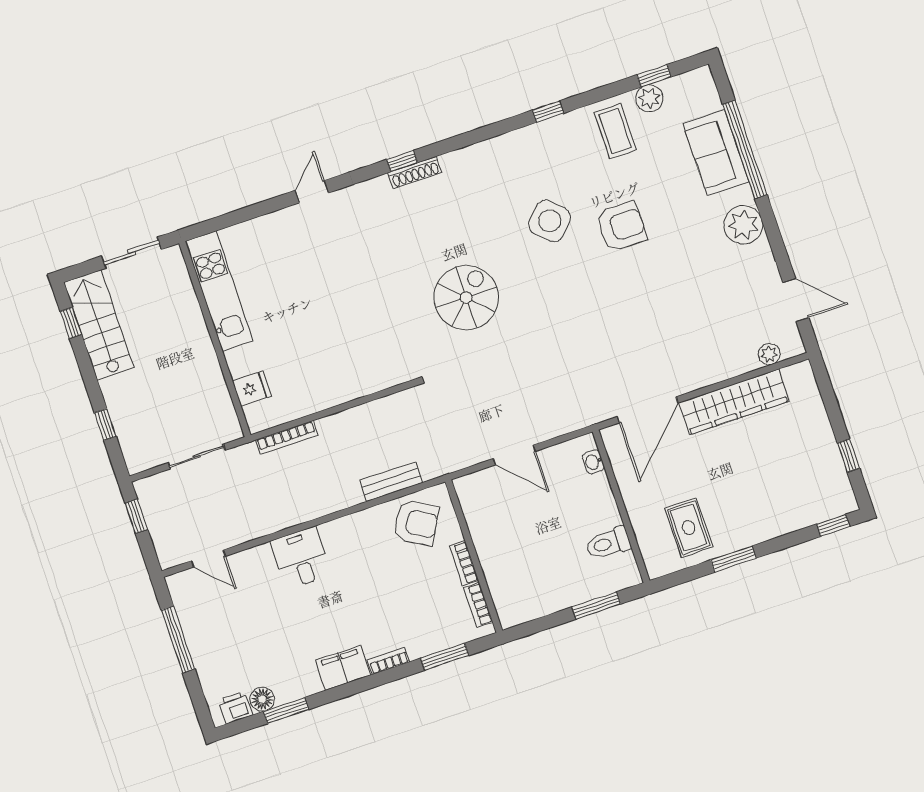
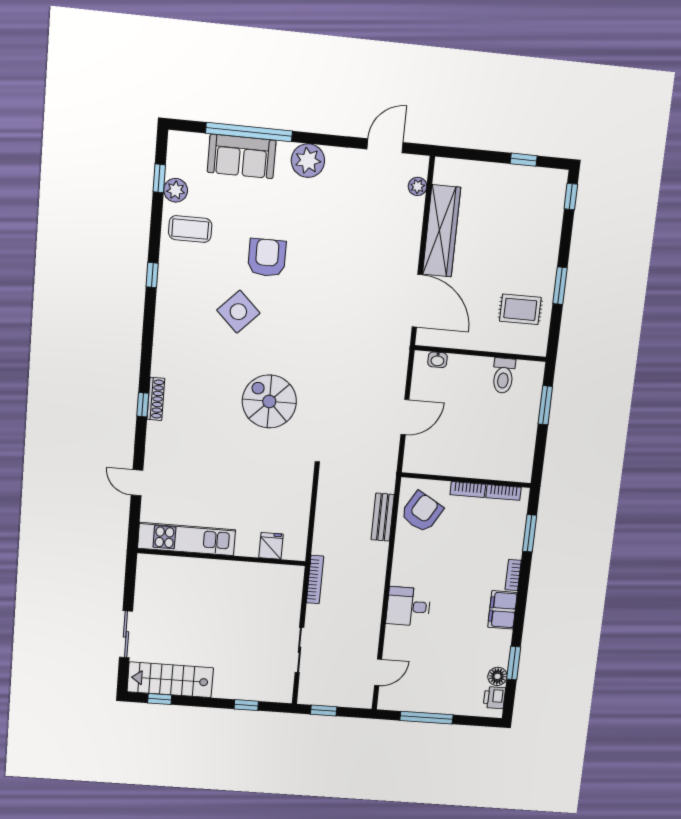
kitchen unit: (219, 291) -> (187, 539), moved
wall: (215, 339) -> (222, 557), moved
fridge: (252, 389) -> (271, 546), moved

